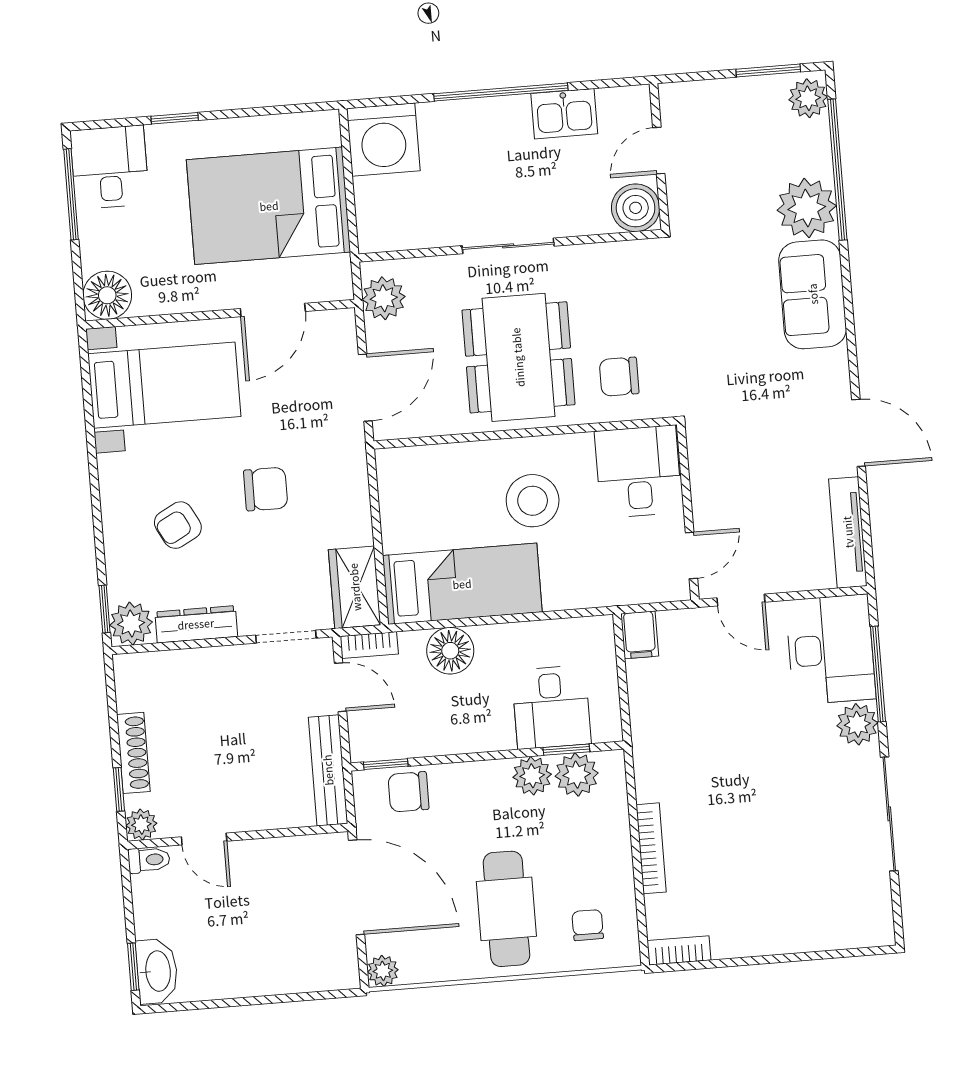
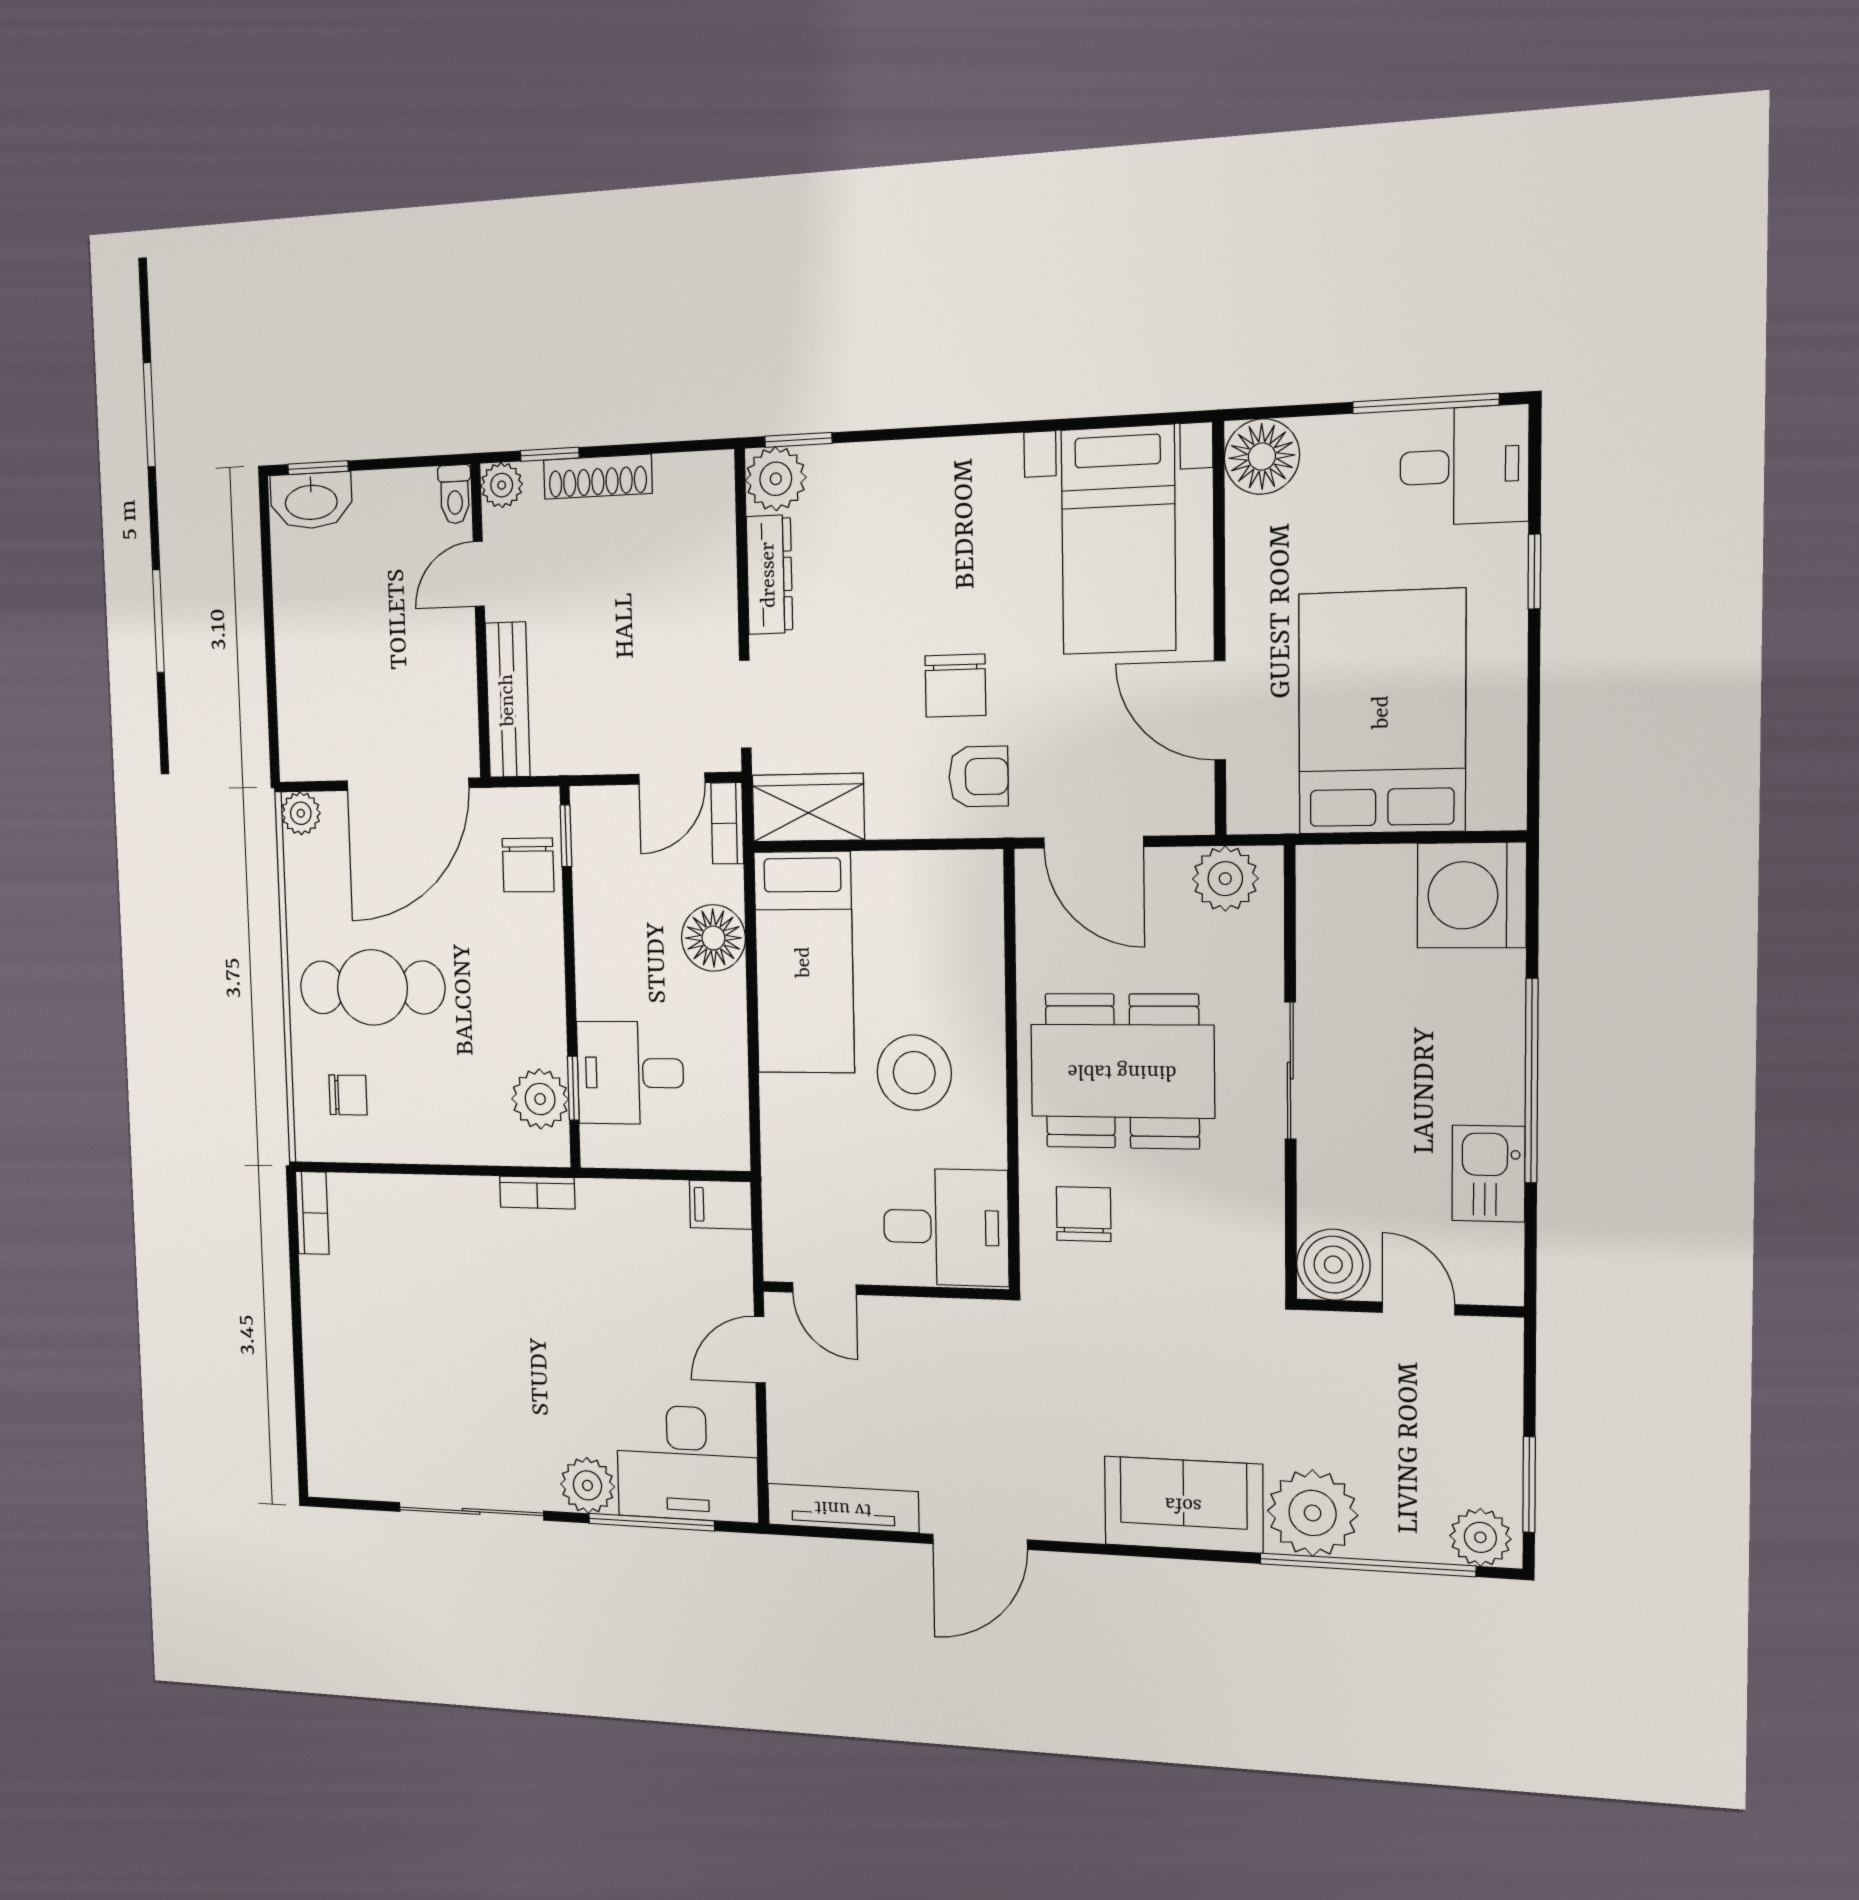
armchair: (178, 525) -> (978, 777), moved, turned 118
bench: (328, 770) -> (508, 700), moved, turned 90
plant: (532, 776) -> (541, 1038), removed
chair: (409, 792) -> (528, 865), turned 180
bookcase: (651, 848) -> (537, 1193), moved, width x0.64

